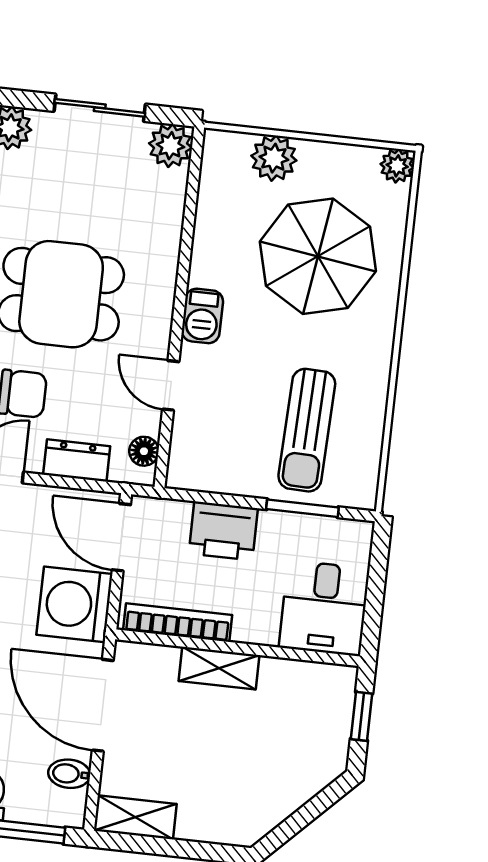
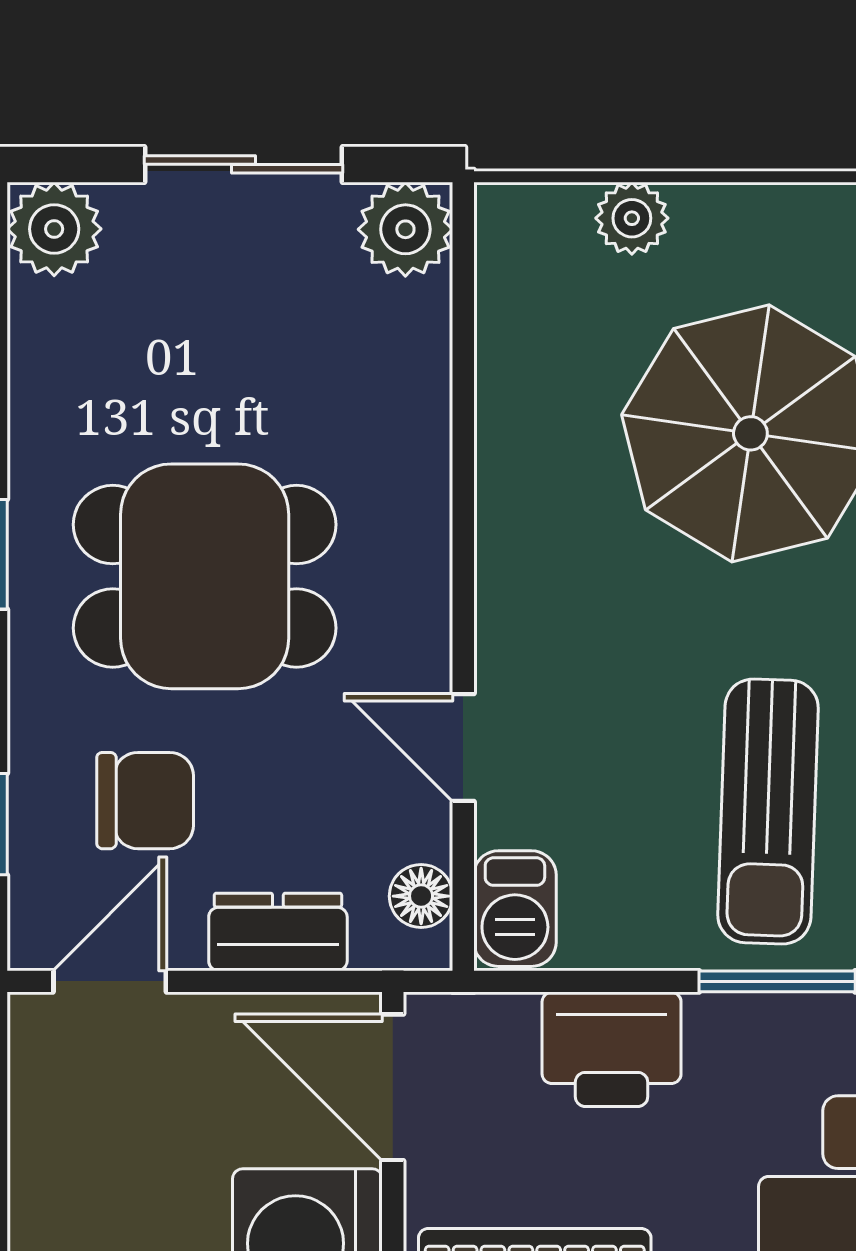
plant: (274, 158) -> (632, 218), width x0.73, depth x0.73
barbecue: (202, 316) -> (515, 909), moved

